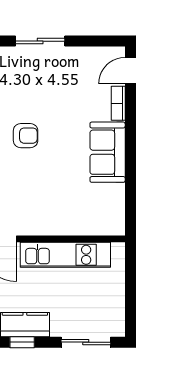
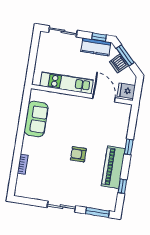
door: (130, 71) -> (13, 182), removed
sofa: (108, 152) -> (36, 119), moved

